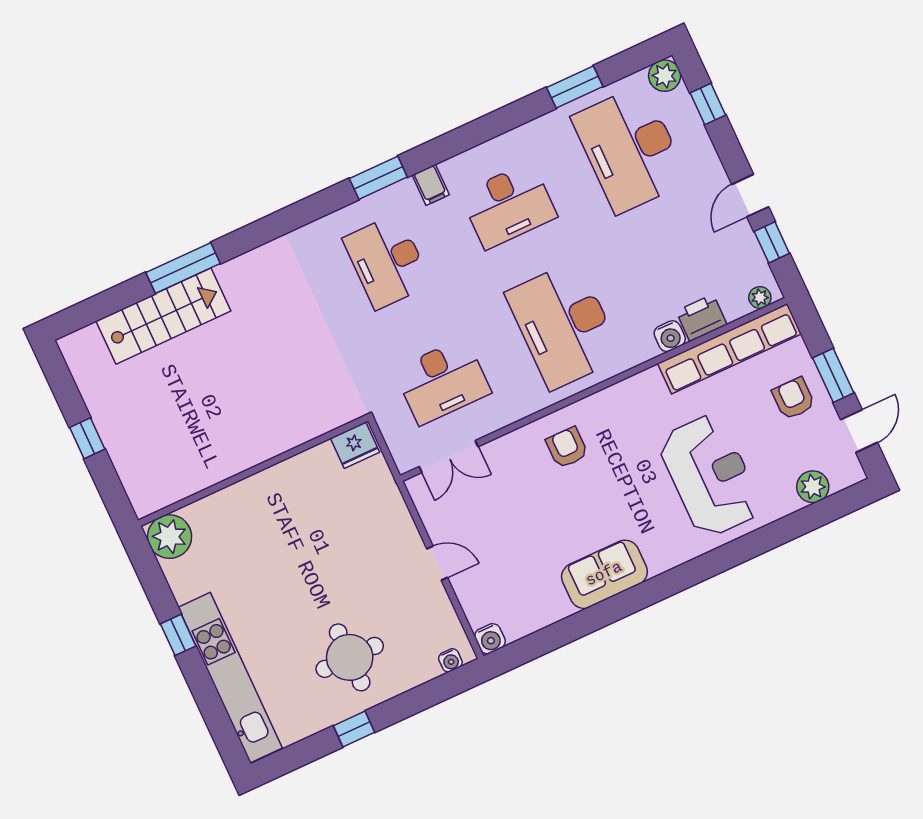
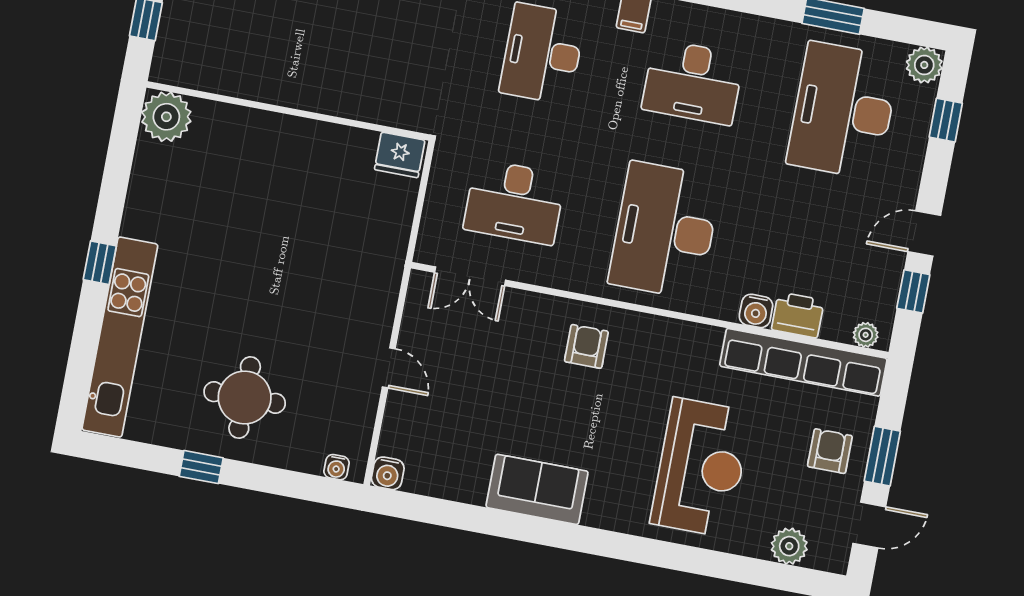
fridge: (355, 445) -> (400, 155), moved
wall: (253, 471) -> (288, 111), moved
plant: (170, 537) -> (166, 117), moved

